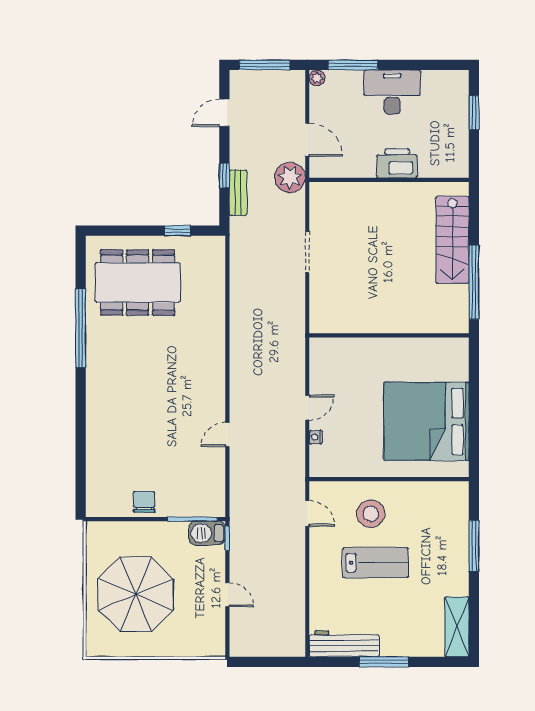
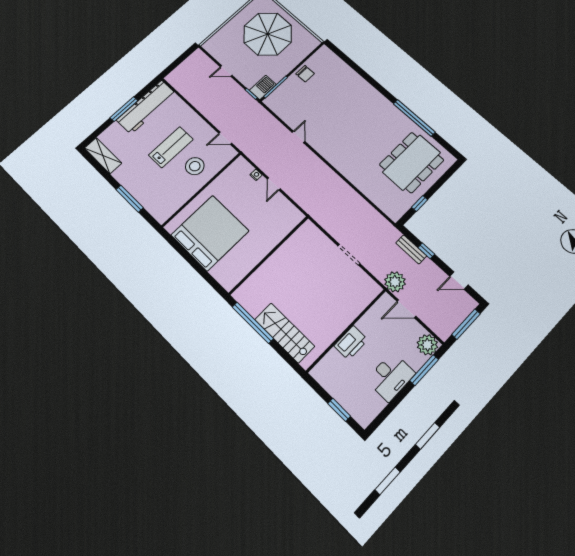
plant: (317, 78) -> (427, 345), width x1.88, depth x1.88
door: (224, 113) -> (459, 281), swing flipped
lab bench: (375, 563) -> (171, 147), turned 180
workbench: (344, 644) -> (146, 107), width x1.36, depth x1.32

